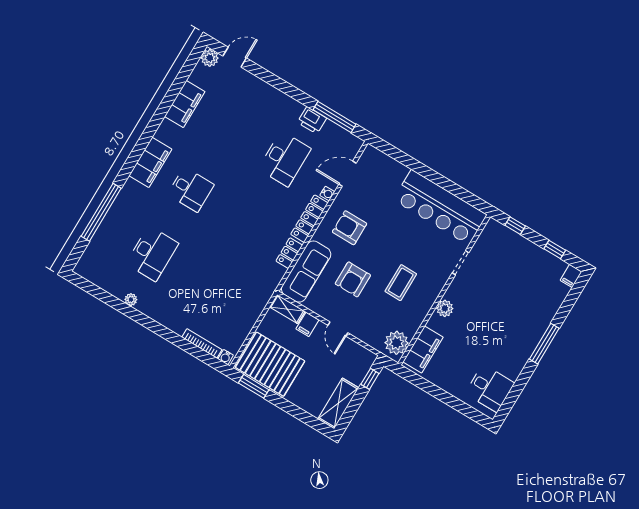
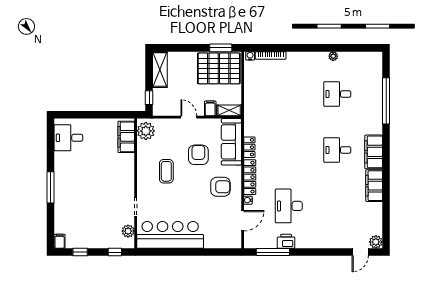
filing cabinet: (185, 104) -> (374, 186), moved
desk: (152, 254) -> (337, 94), width x0.73
plant: (445, 308) -> (128, 231), moved

